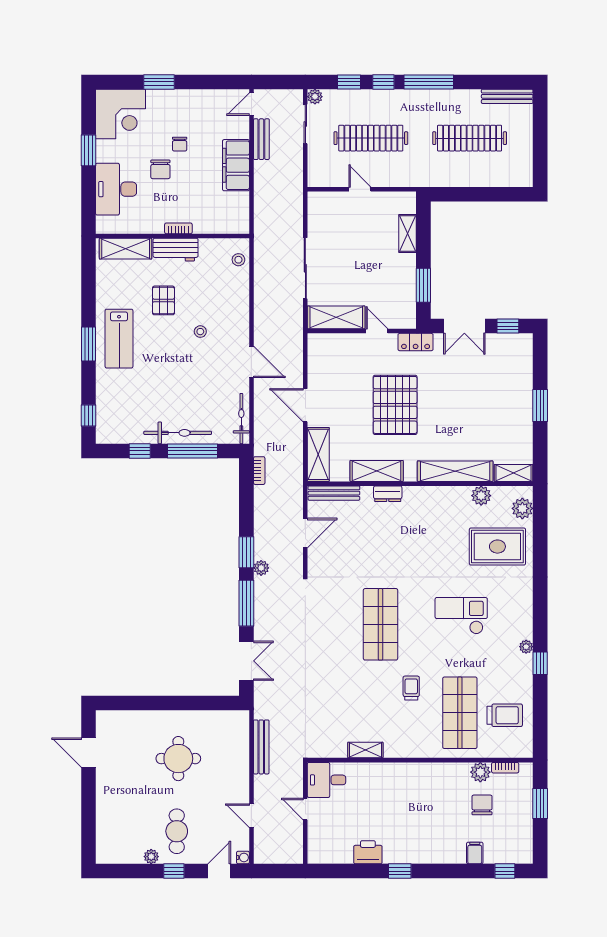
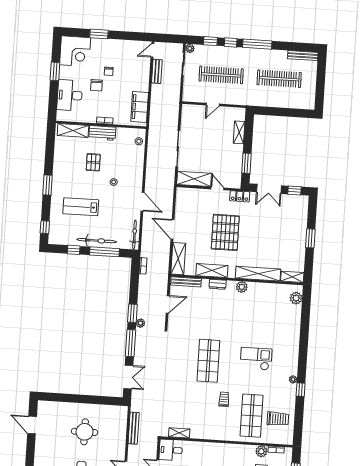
filing cabinet: (236, 165) -> (140, 107), moved
door: (360, 189) -> (213, 105), swing flipped
lab bench: (119, 339) -> (81, 207), moved, turned 90
plant: (481, 496) -> (242, 287), moved
rug: (497, 547) -> (280, 319), removed
shelving: (365, 750) -> (179, 433), moved

